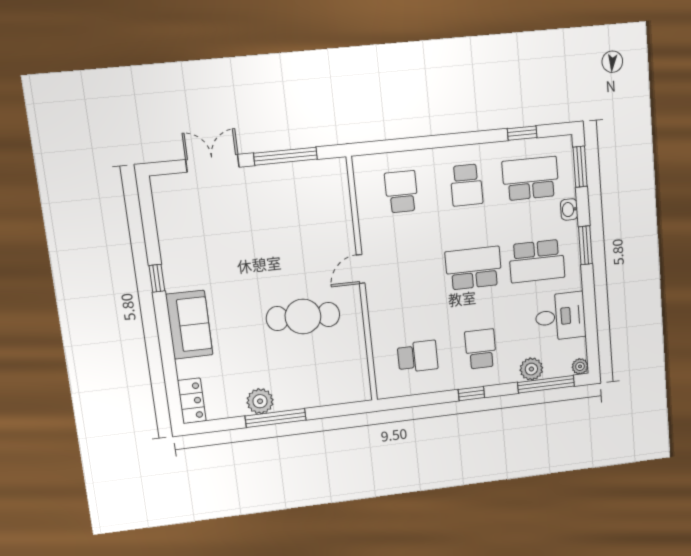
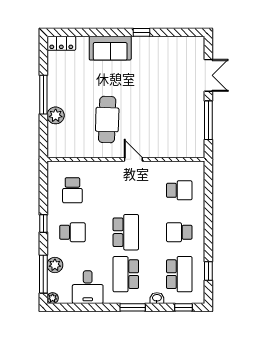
window: (580, 167) -> (184, 307), width x0.67
plant: (260, 401) -> (56, 115), moved

